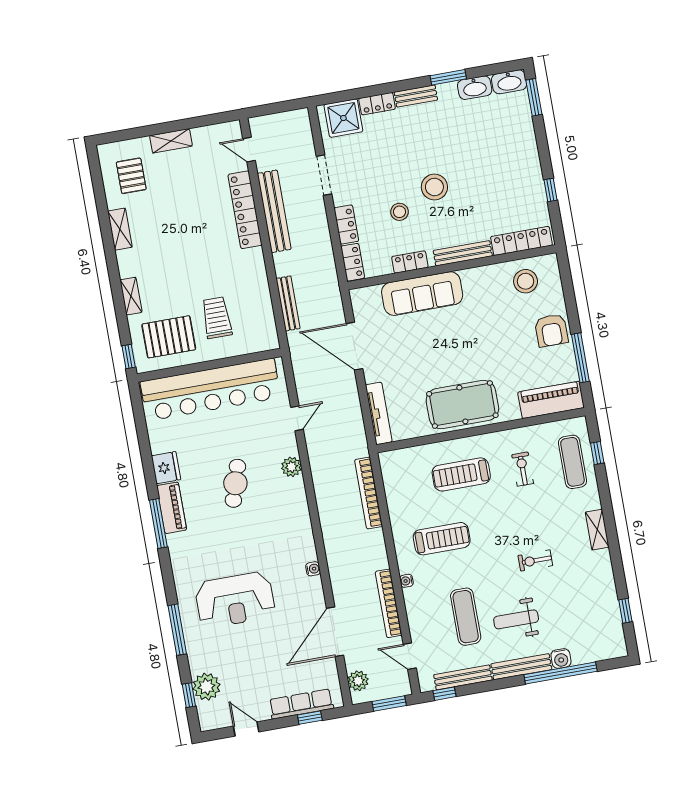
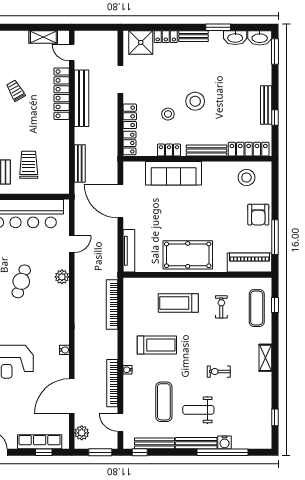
shelving: (171, 141) -> (43, 37), moved
bench: (535, 175) -> (266, 105), added
trolley: (180, 217) -> (16, 91), added

